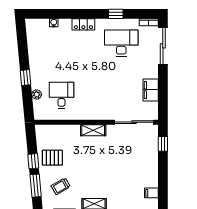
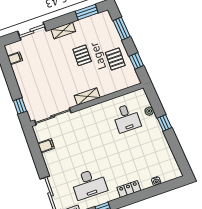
filing cabinet: (151, 90) -> (46, 146), width x0.50
pallet: (52, 158) -> (115, 59), turned 90
window: (33, 161) -> (136, 61), moved
pallet: (84, 173) -> (82, 55), added
trolley: (61, 186) -> (99, 36), removed

